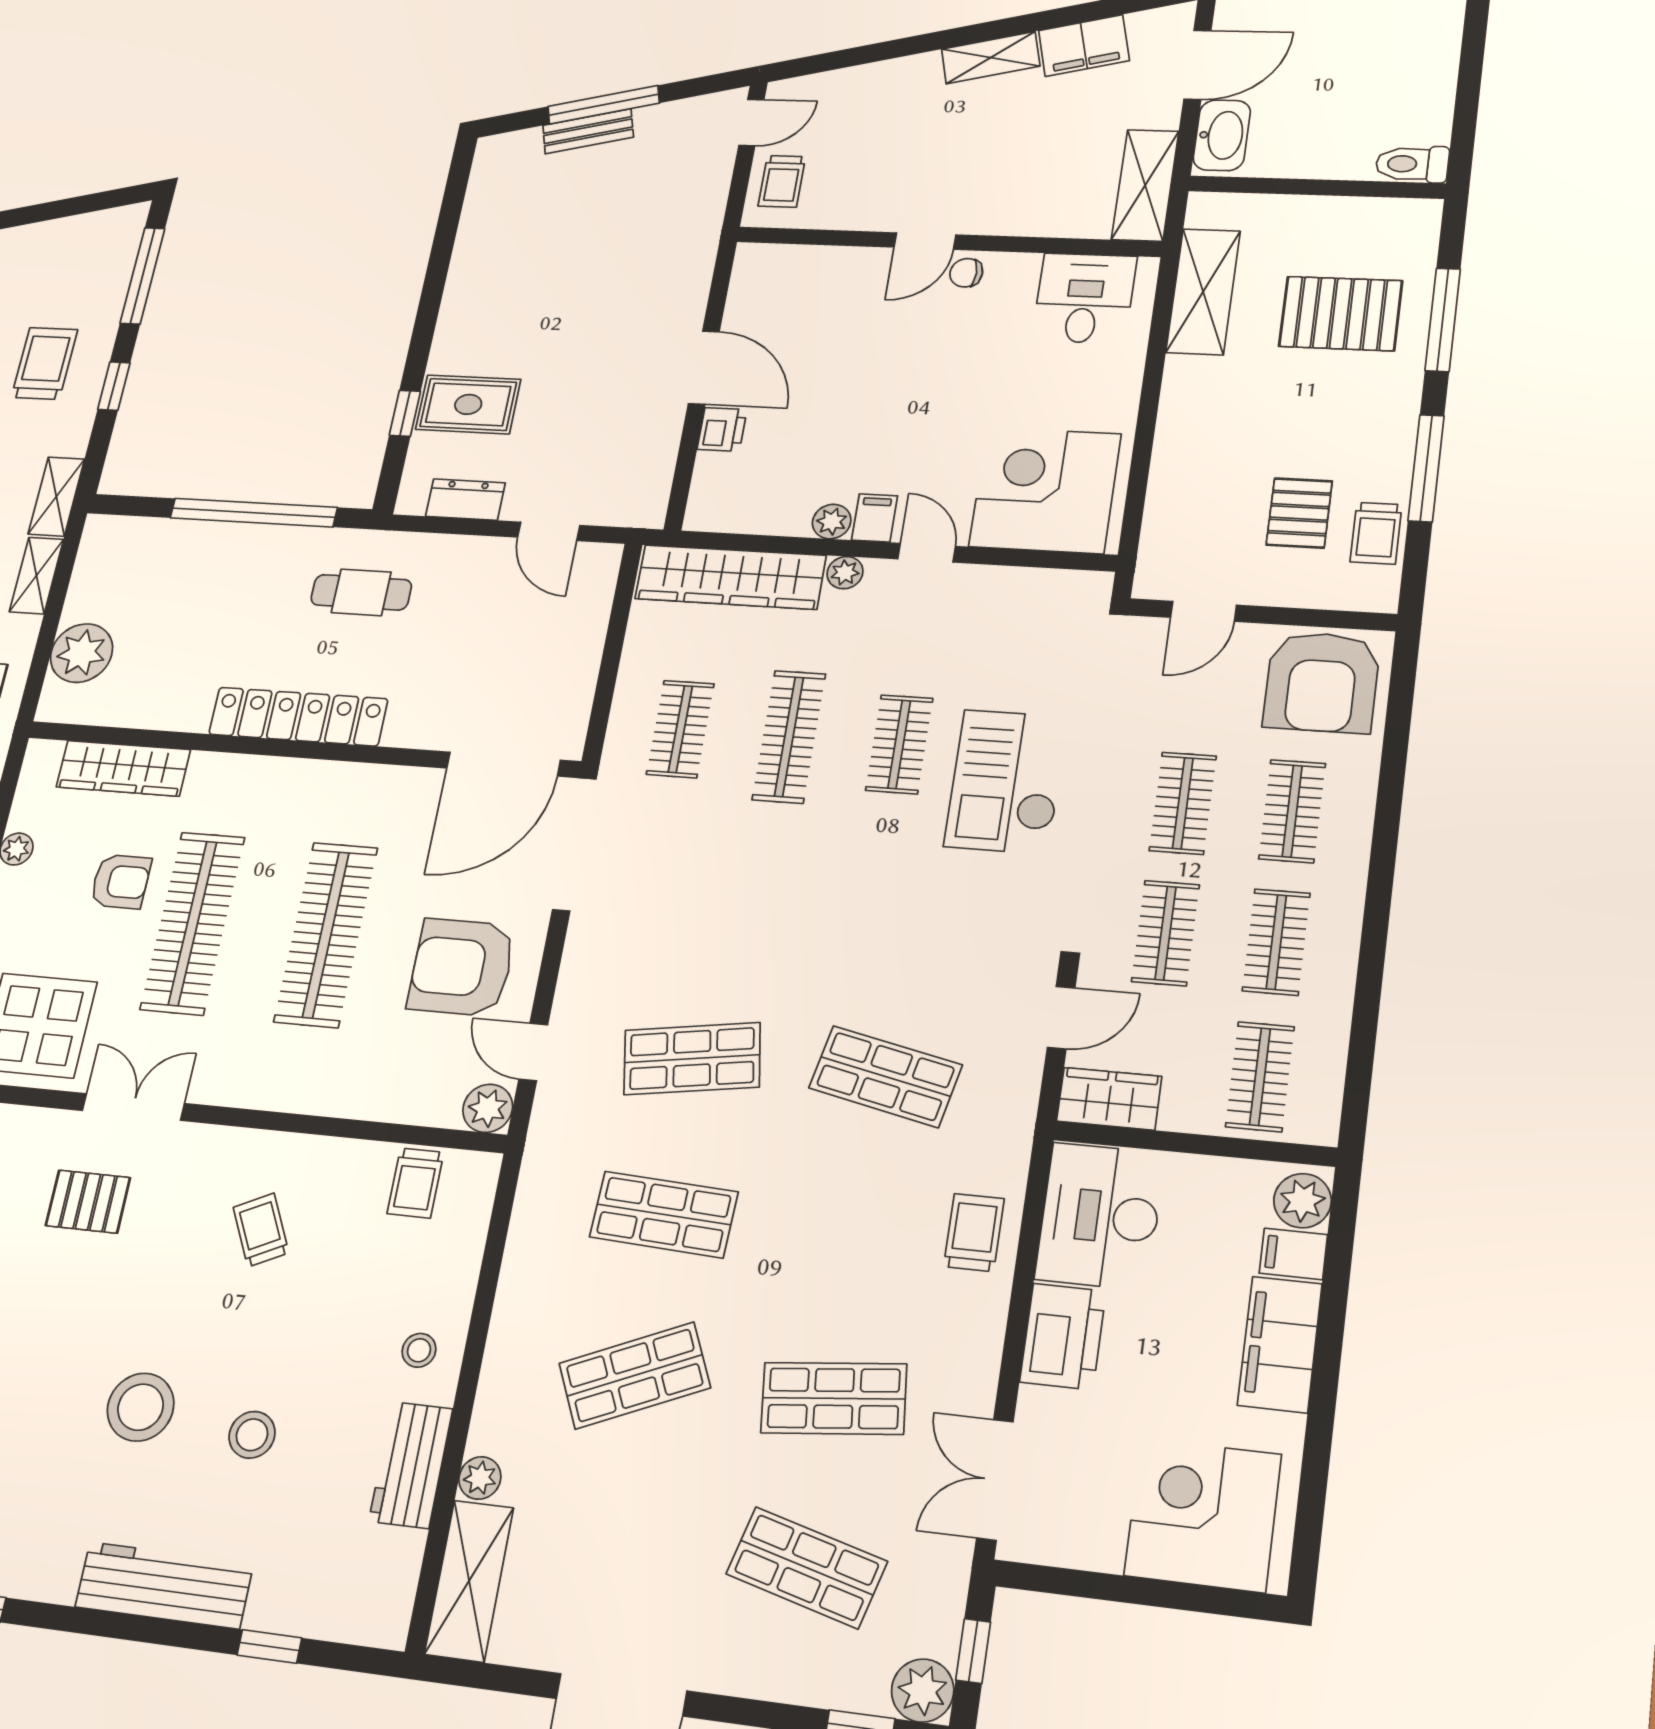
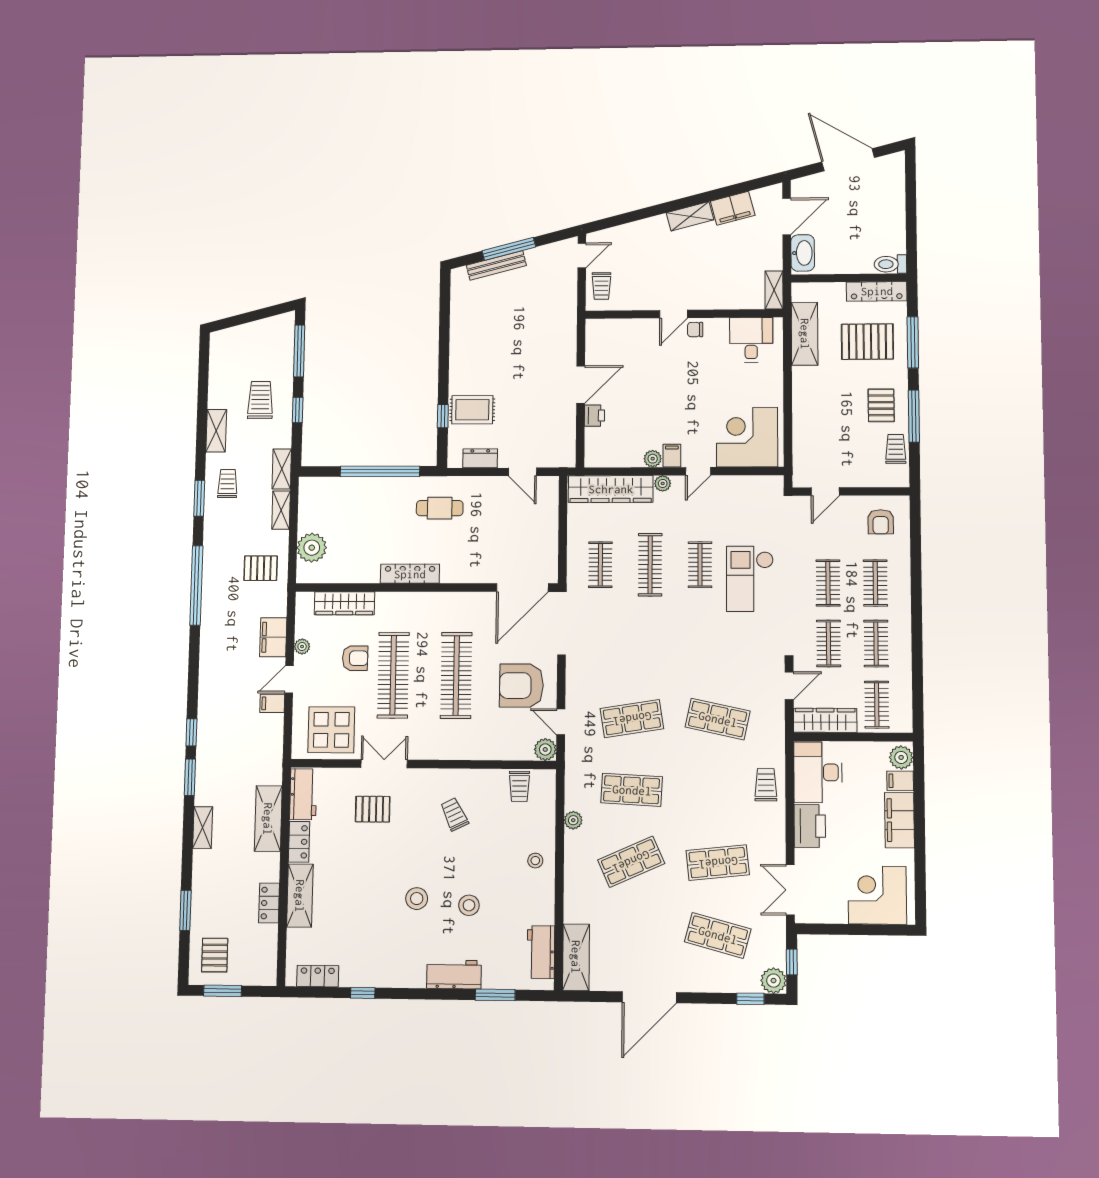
bench: (588, 131) -> (496, 265), width x1.36
shelving: (1145, 185) -> (774, 290), width x0.67, depth x0.75
locker: (1374, 216) -> (877, 291), added
door: (704, 368) -> (581, 385), hinge flipped
pallet: (1299, 513) -> (881, 405), moved
trolley: (1376, 533) -> (896, 449), turned 180
door: (927, 553) -> (698, 471), swing flipped
armchair: (1322, 682) -> (881, 522), width x0.53, depth x0.53
locker: (298, 717) -> (410, 574), width x0.71, depth x0.83
wardrobe: (1109, 1099) -> (825, 720), width x1.50
stool: (141, 1407) -> (417, 899), width x0.73, depth x0.73
workbench: (411, 1465) -> (541, 952), moved
plant: (480, 1478) -> (573, 820), moved
workbench: (164, 1585) -> (454, 974), width x0.73
window: (269, 1646) -> (495, 995), width x1.50

